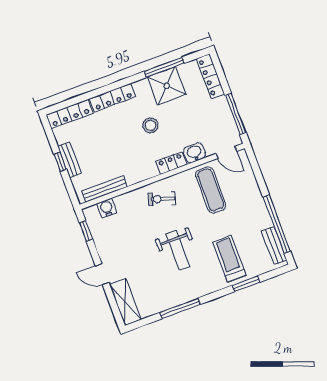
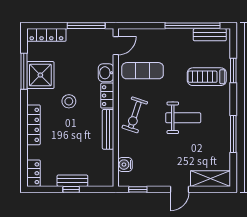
locker: (69, 114) -> (34, 173), width x0.66
bench: (105, 189) -> (108, 129), moved
exercise bike: (162, 199) -> (135, 115), width x1.38, depth x1.39

